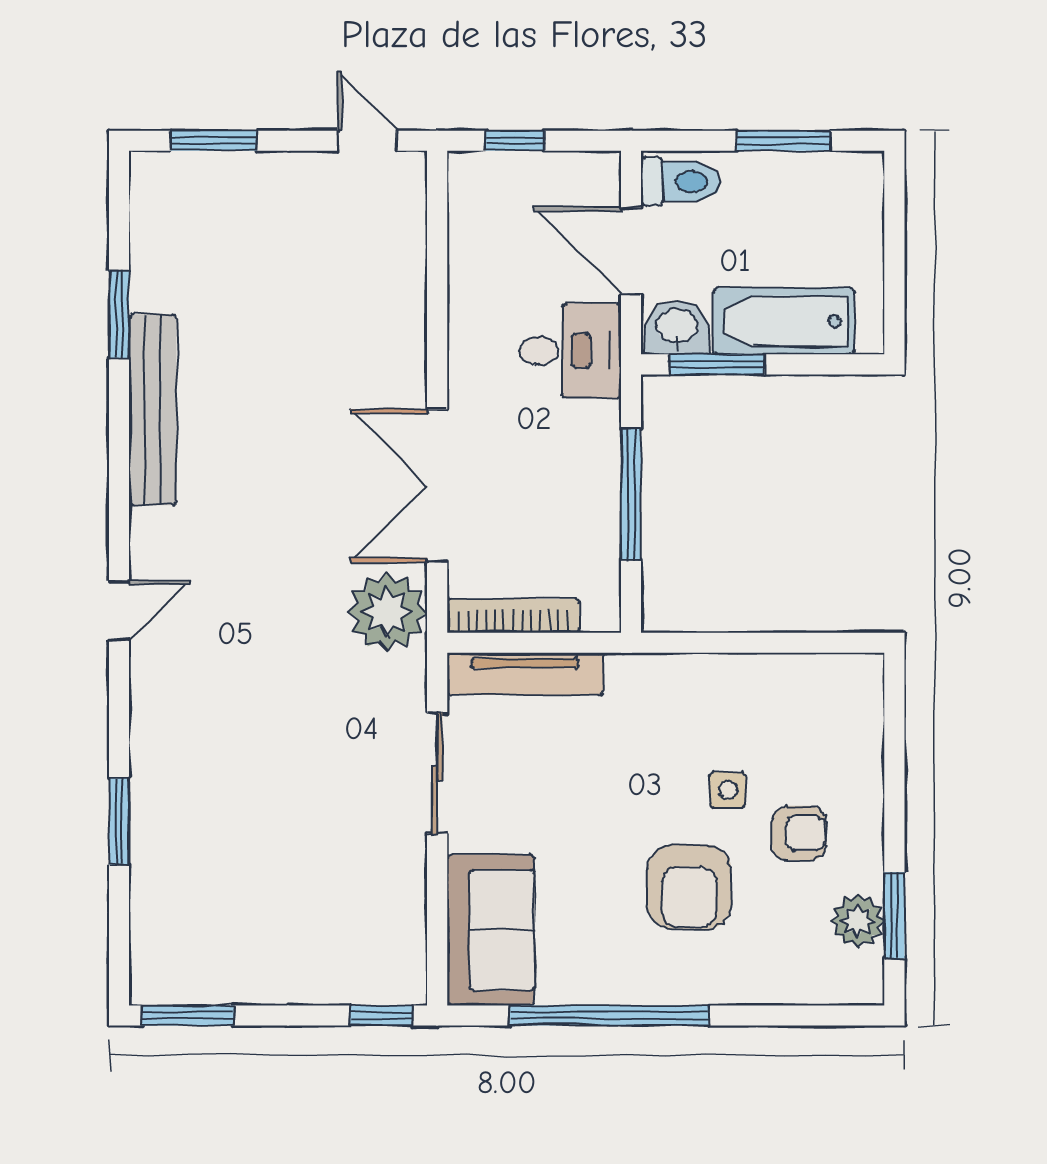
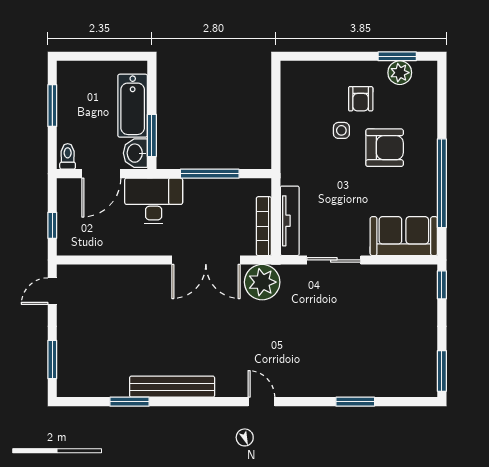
toilet: (681, 182) -> (68, 156), width x0.73, depth x0.72
desk: (570, 351) -> (154, 201), width x1.37
armchair: (799, 833) -> (361, 99), turned 180

